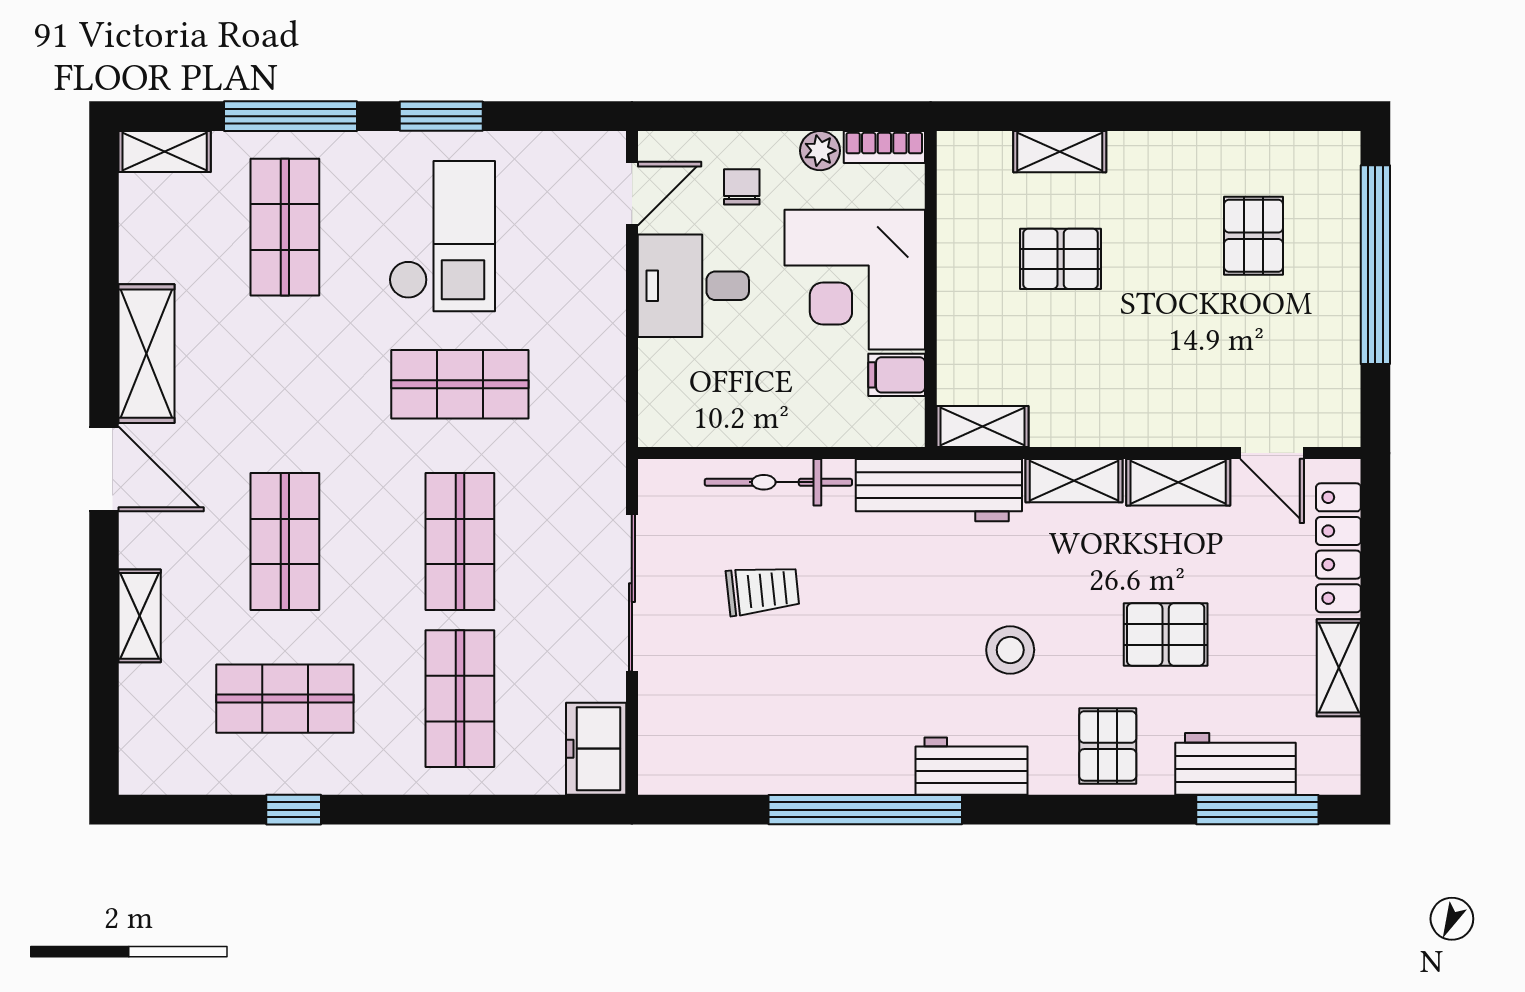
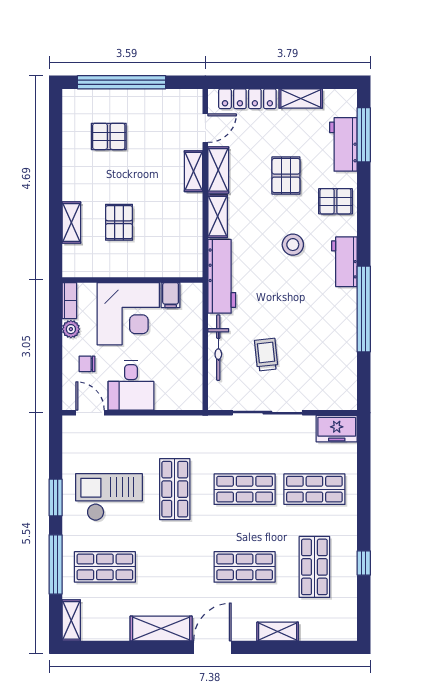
shelving: (982, 427) -> (194, 171), moved

